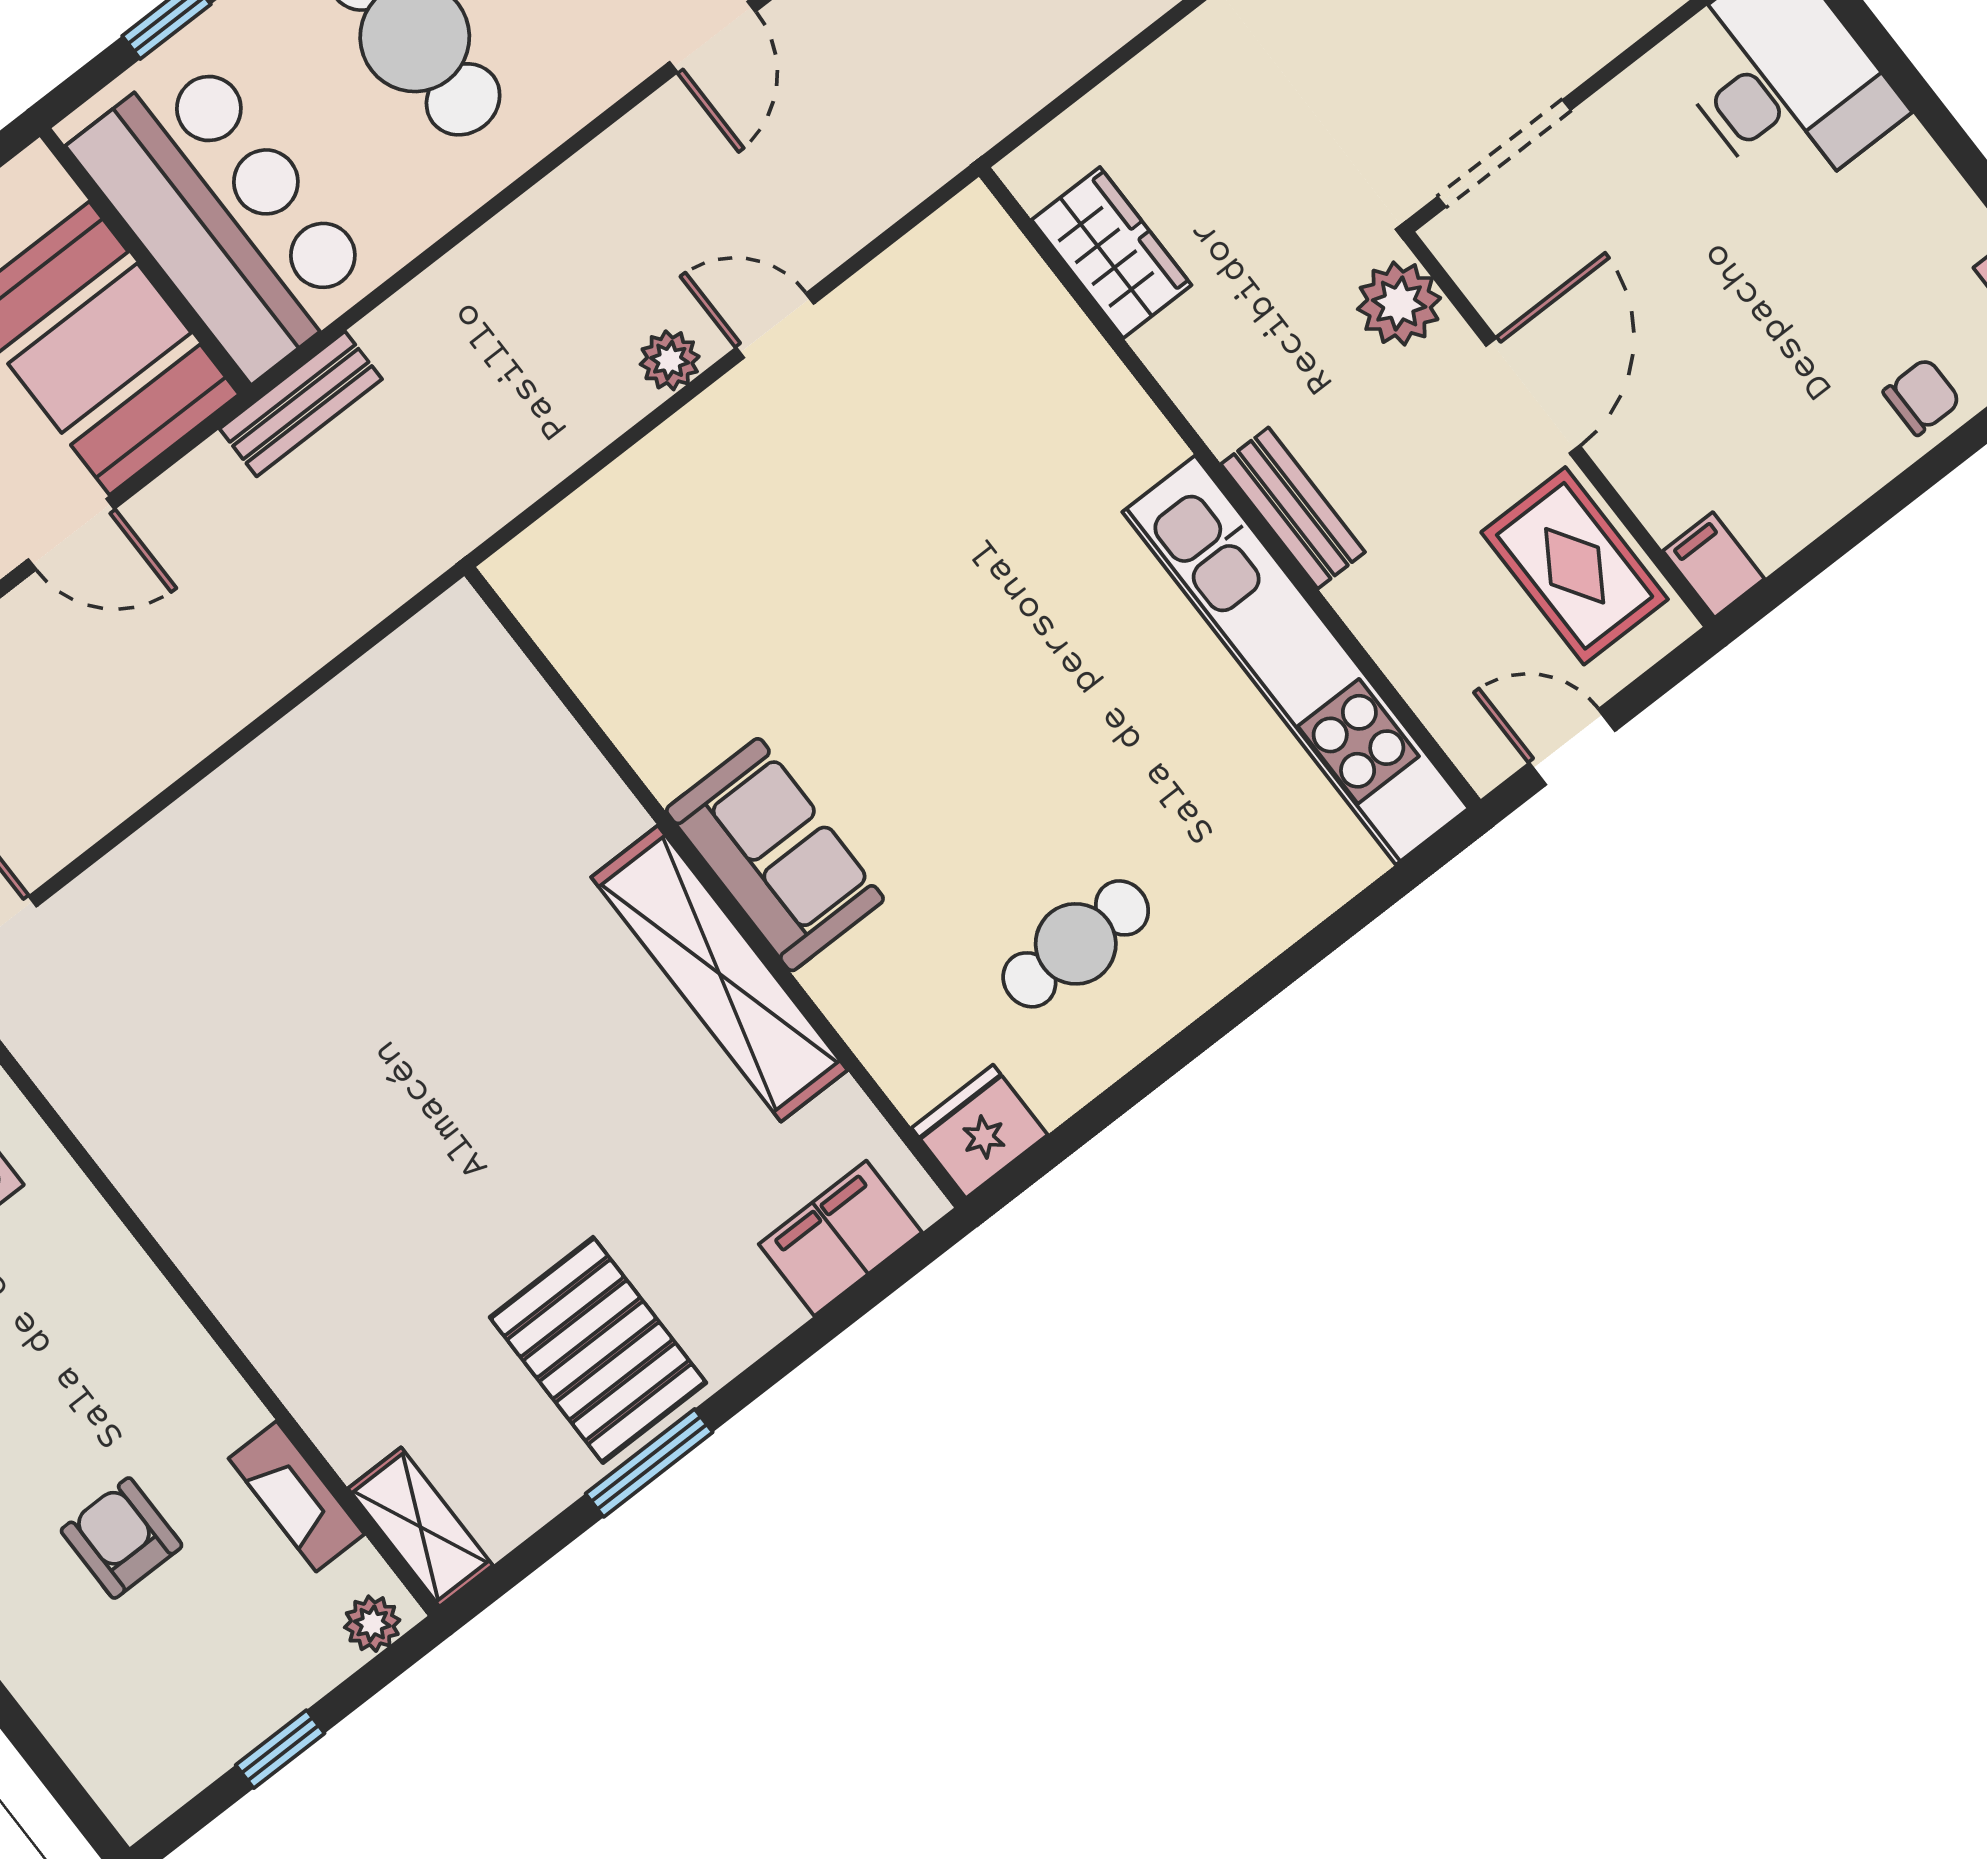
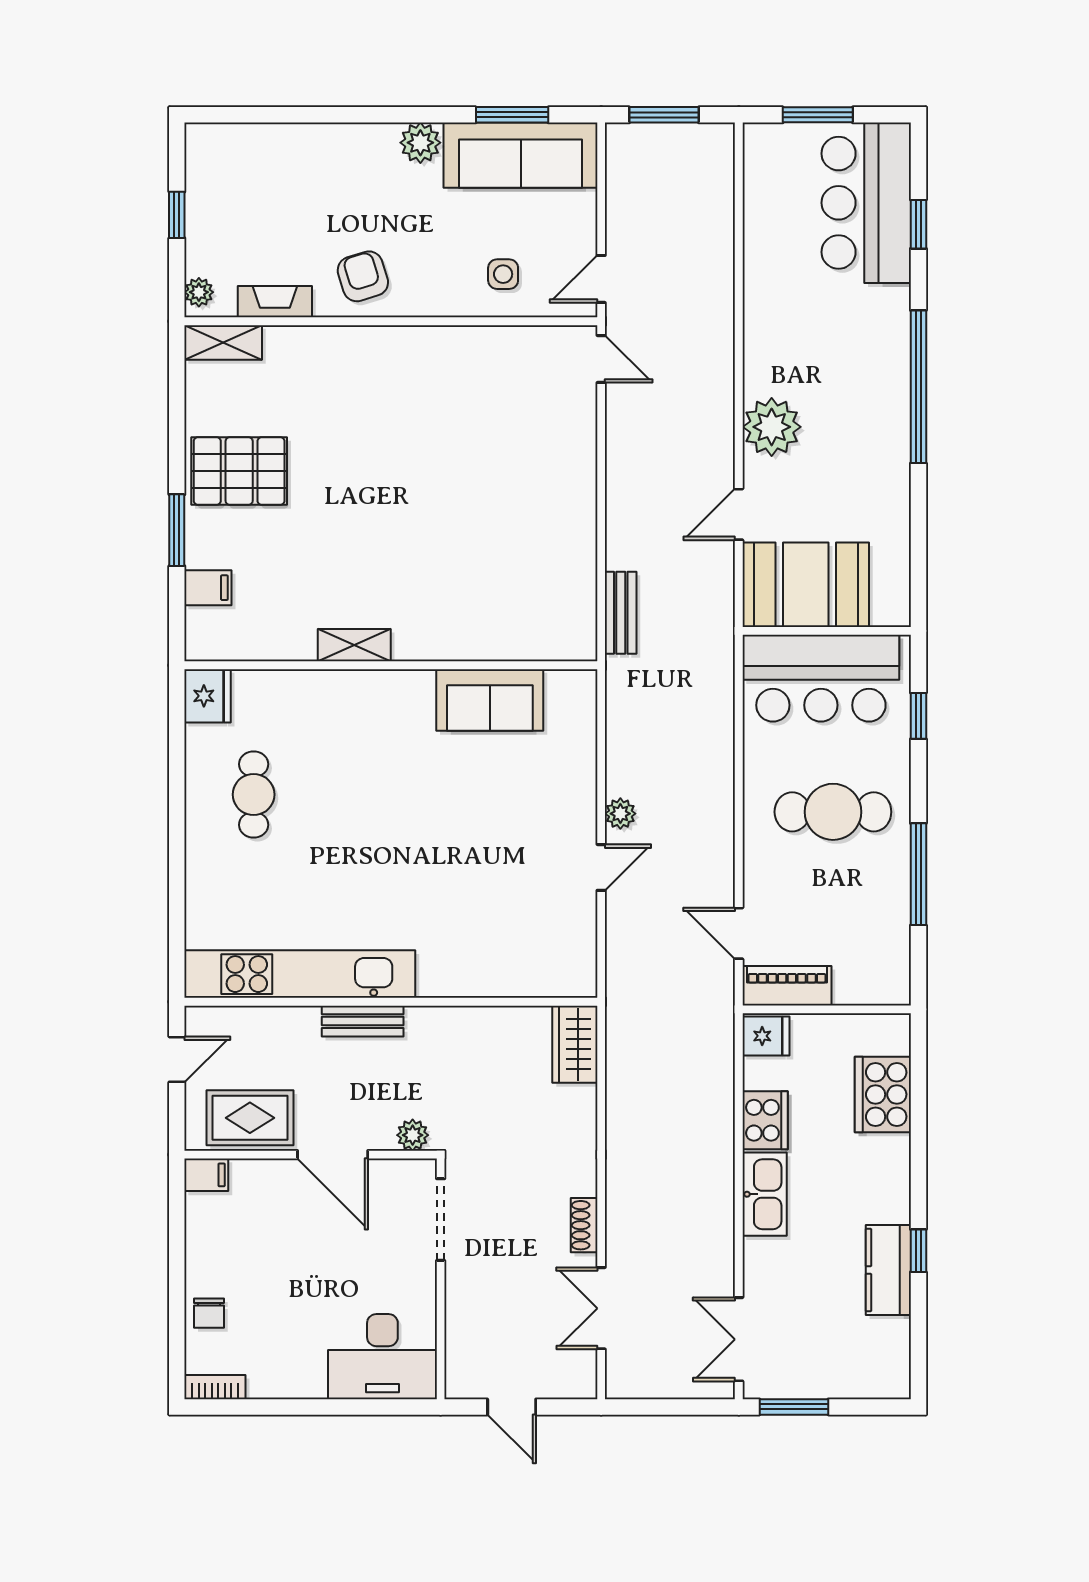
wardrobe: (1111, 253) -> (575, 1044), moved, turned 90
plant: (1399, 304) -> (413, 1135), width x0.73, depth x0.73
bench: (301, 404) -> (621, 613), moved
sofa: (775, 855) -> (490, 700), moved
shelving: (719, 974) -> (354, 645), width x0.45, depth x0.75
filing cabinet: (840, 1238) -> (208, 588), width x0.50
window: (649, 1463) -> (177, 530), moved
armchair: (121, 1538) -> (363, 276), moved, turned -107

